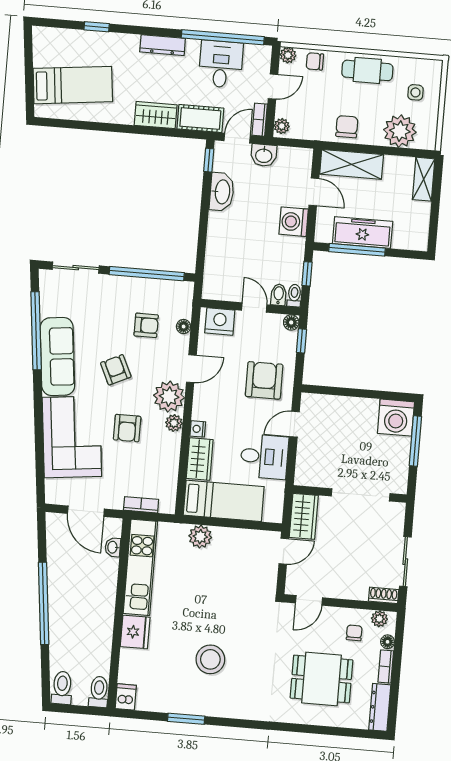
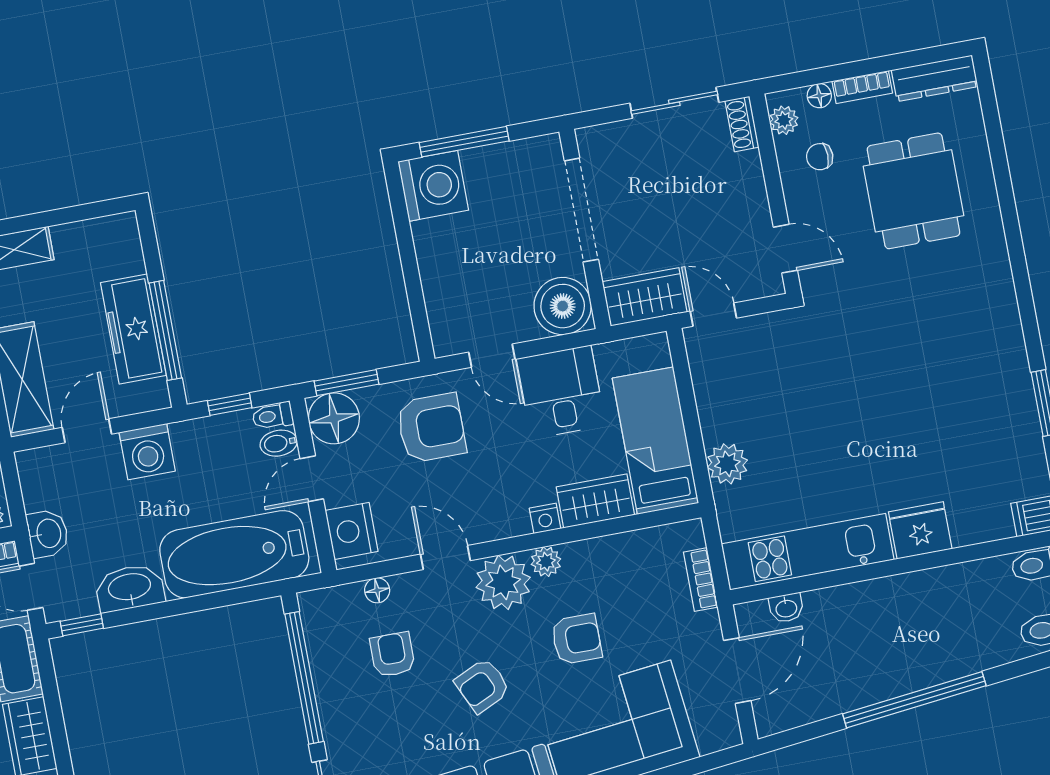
bathtub: (225, 254) -> (234, 554), added
floor lamp: (291, 322) -> (334, 418), width x1.89, depth x1.89
window: (301, 341) -> (346, 383), width x1.50
armchair: (264, 380) -> (431, 428), turned 180
boiler: (311, 470) -> (563, 306), added
stool: (210, 659) -> (932, 389), removed

